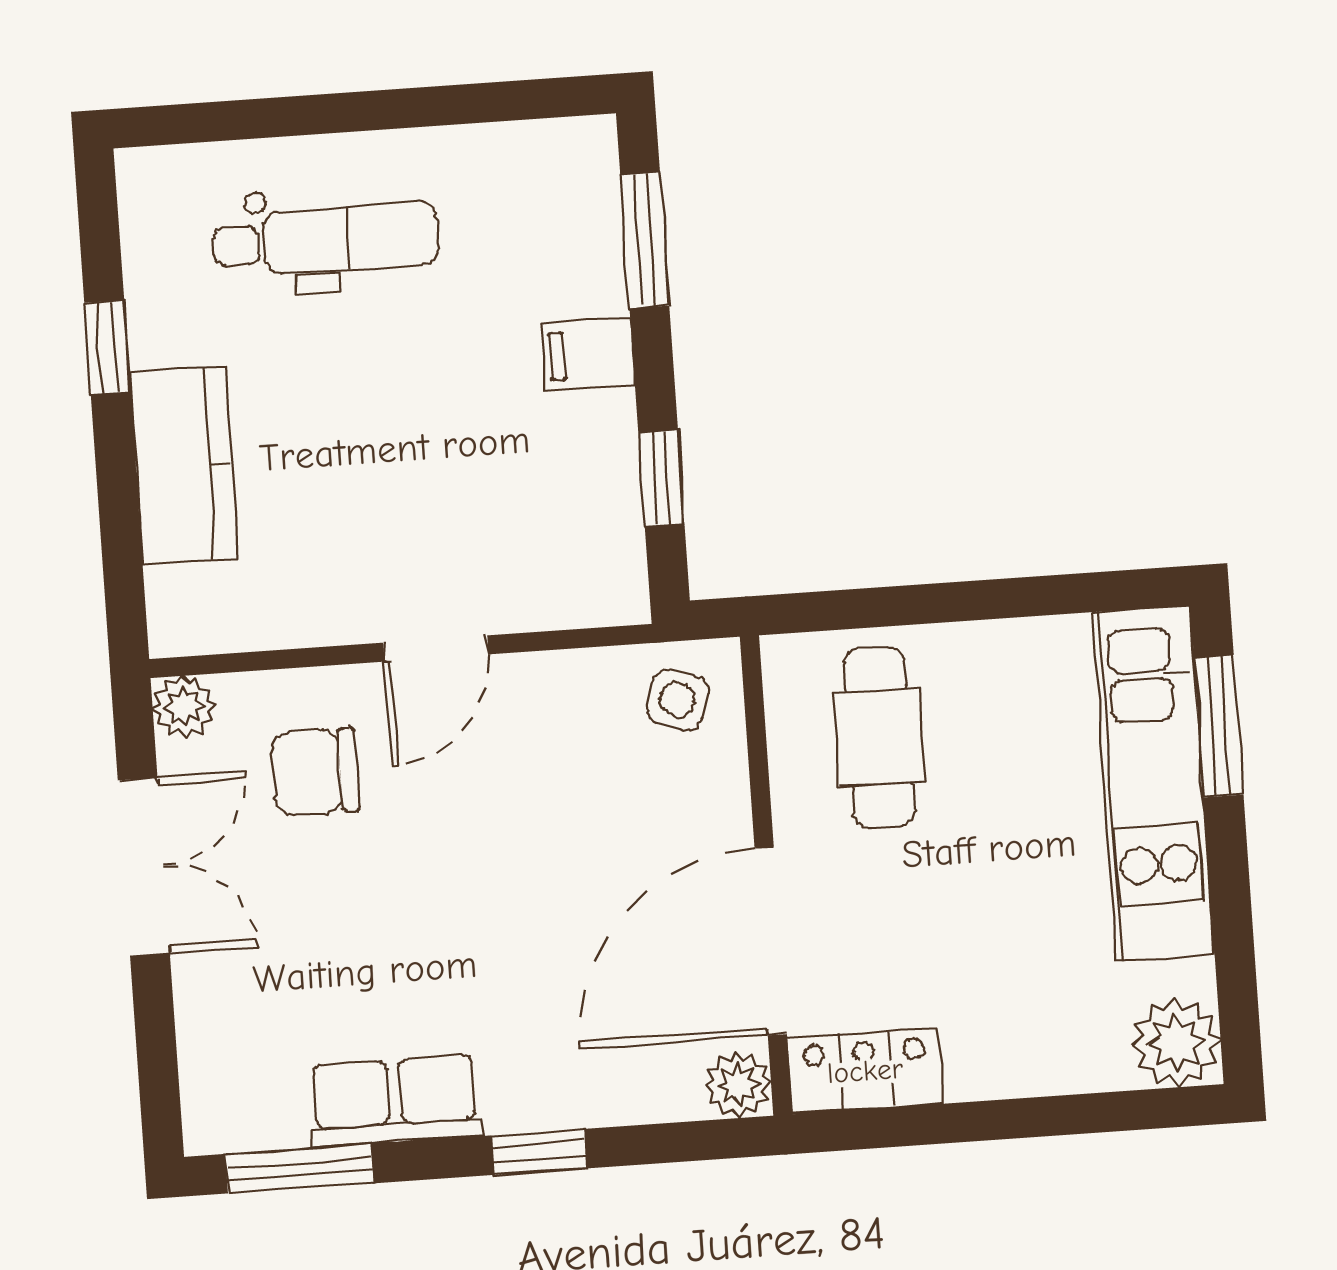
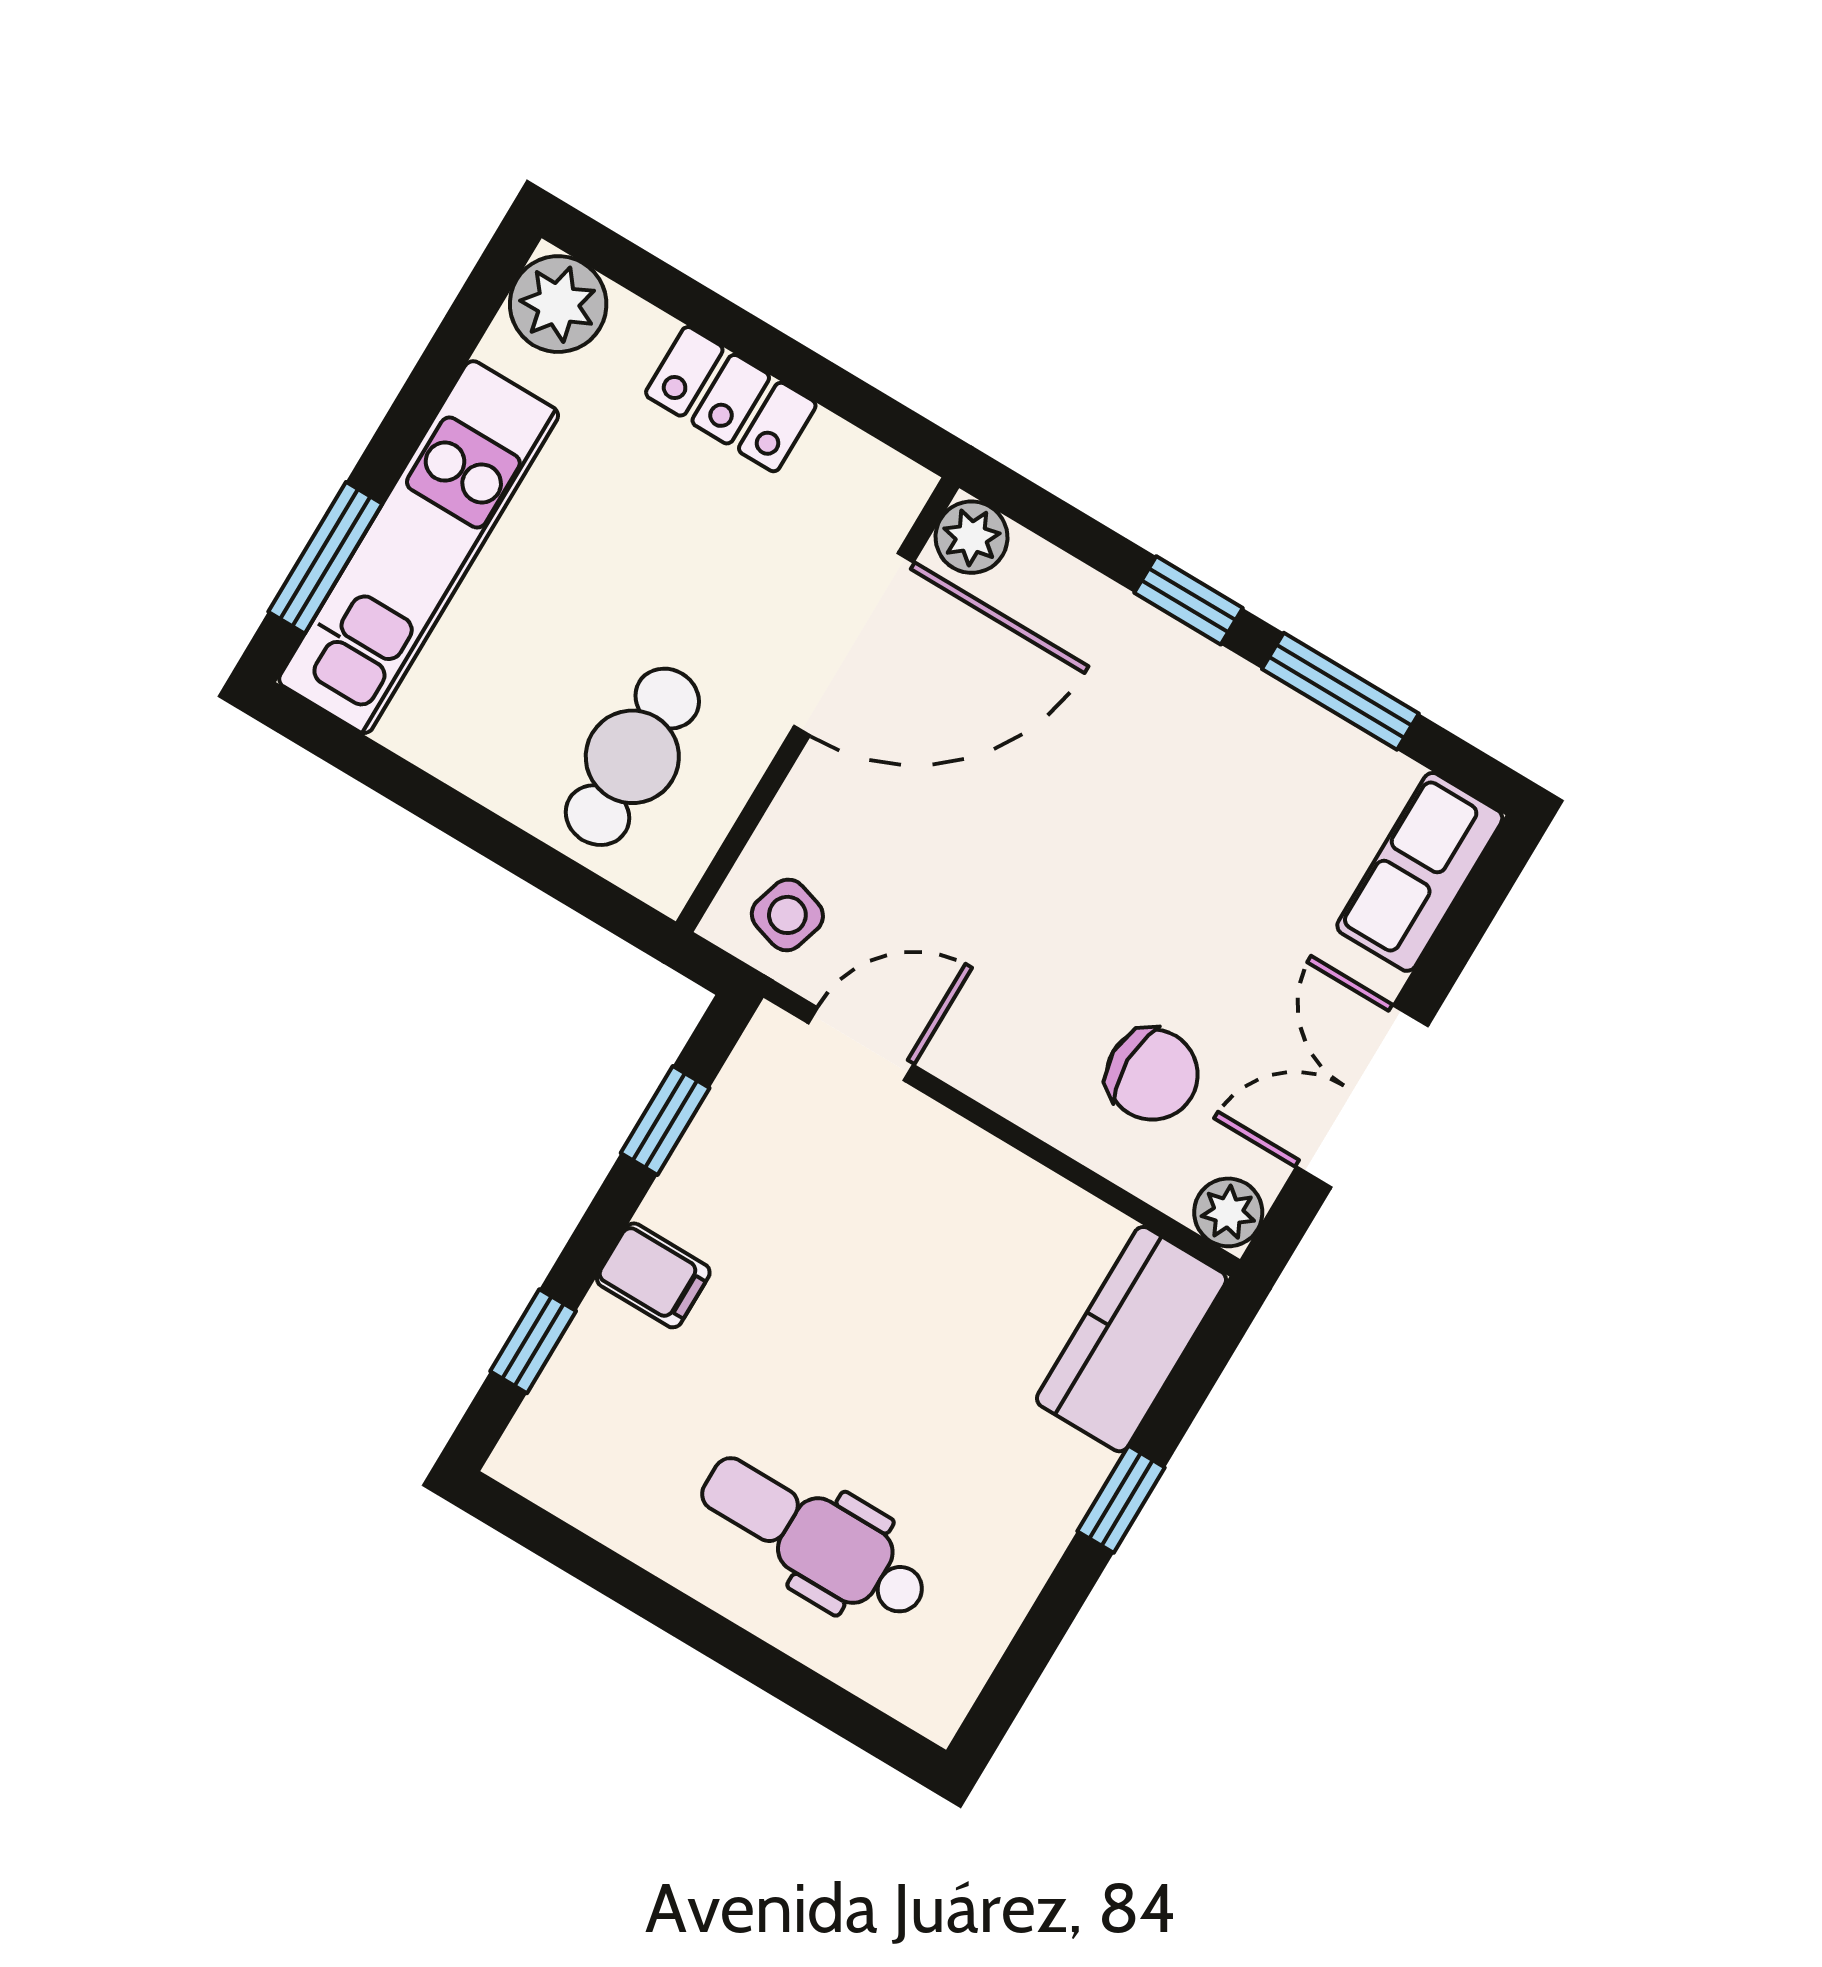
window: (645, 240) -> (533, 1341), width x0.67
window: (107, 348) -> (1121, 1499), moved
kitchen counter: (184, 465) -> (1131, 1339), moved
door: (436, 649) -> (861, 1044), moved
locker: (865, 1071) -> (731, 399), moved
row of seats: (395, 1101) -> (1420, 872), moved, turned 90
window: (299, 1169) -> (1340, 691), moved

